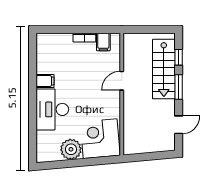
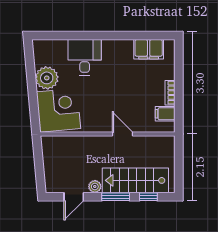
filing cabinet: (45, 81) -> (149, 49), moved, width x2.00
plant: (169, 106) -> (95, 187), added
desk: (52, 109) -> (85, 57), width x0.73
door: (179, 125) -> (74, 197), hinge flipped

